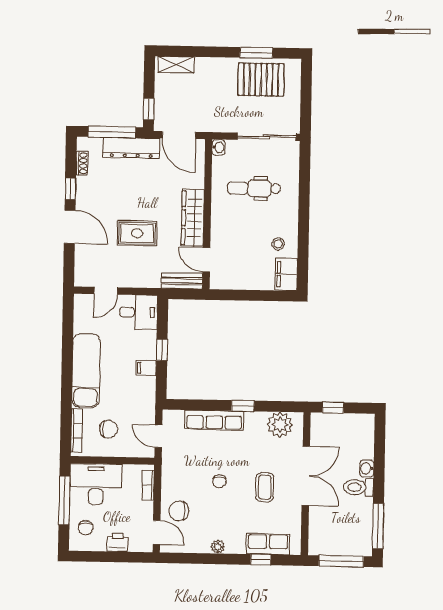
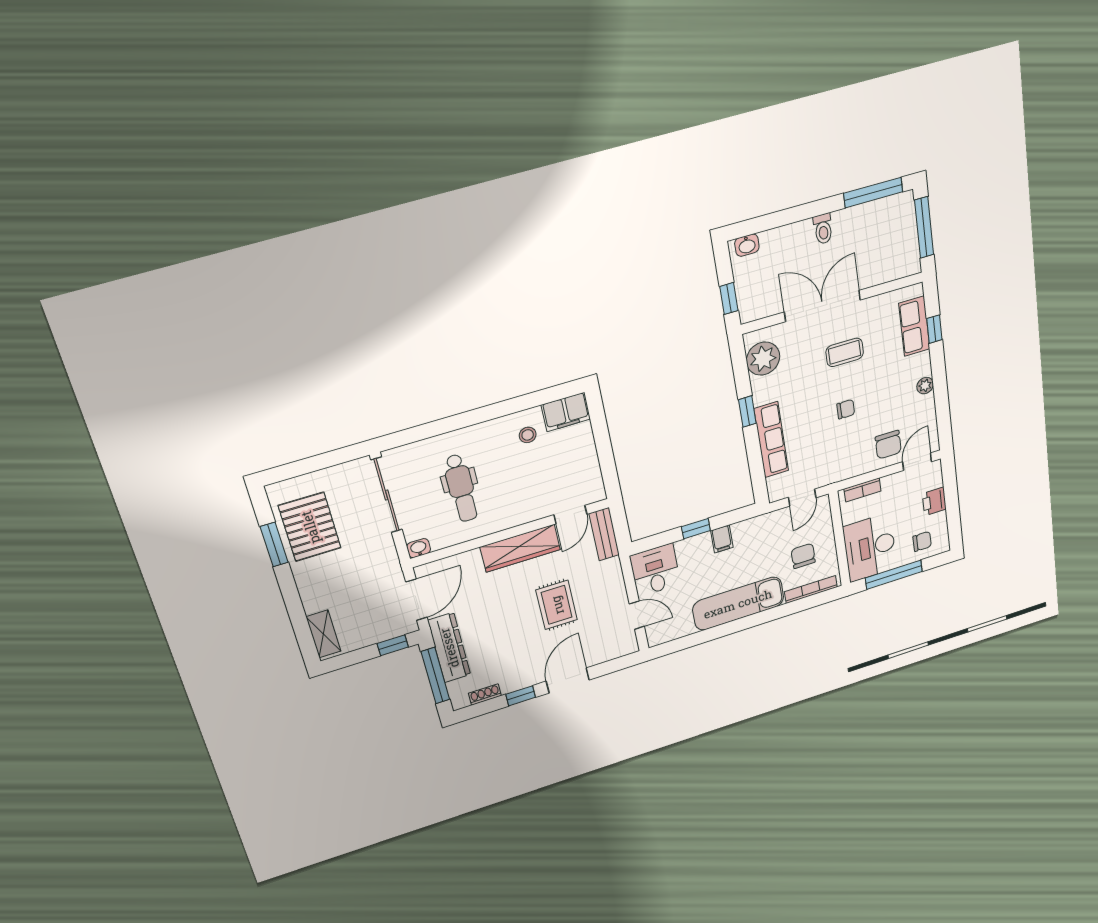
washbasin: (367, 468) -> (747, 245), moved
toilet: (359, 487) -> (823, 229), width x0.73, depth x0.72

